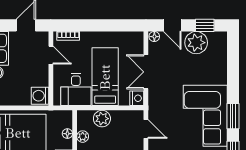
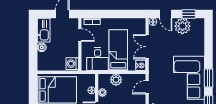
door: (146, 129) -> (147, 87), swing flipped

